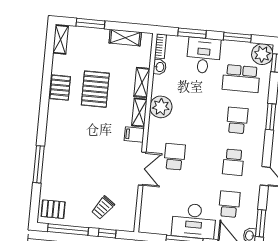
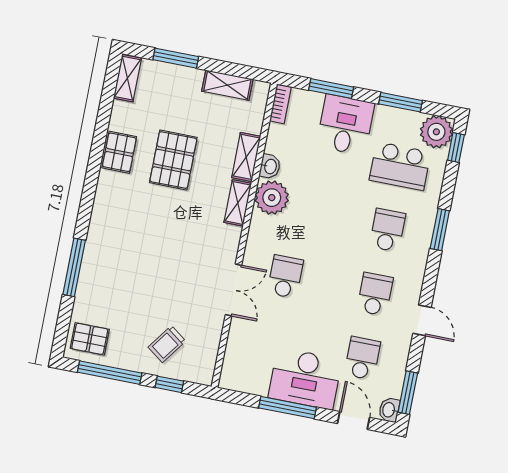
washbasin: (160, 67) -> (270, 166), moved
filing cabinet: (134, 134) -> (226, 236), removed
school desk: (233, 162) -> (375, 294), turned 180

